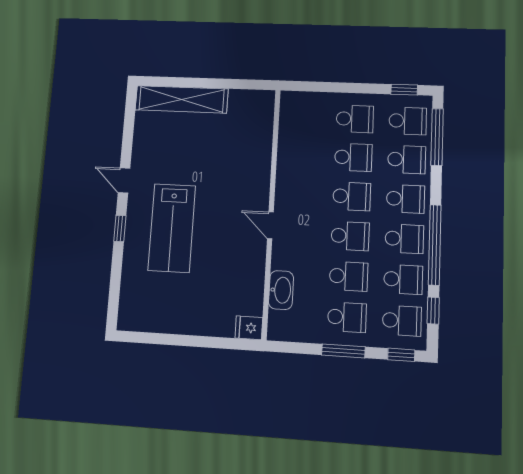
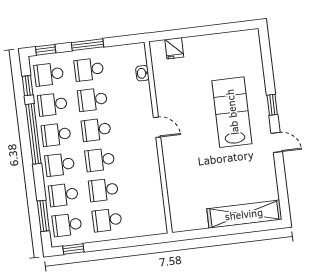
window: (437, 137) -> (43, 216), width x0.69
washbasin: (281, 290) -> (142, 73), width x0.52, depth x0.69
fridge: (249, 328) -> (174, 48), moved, turned 90

